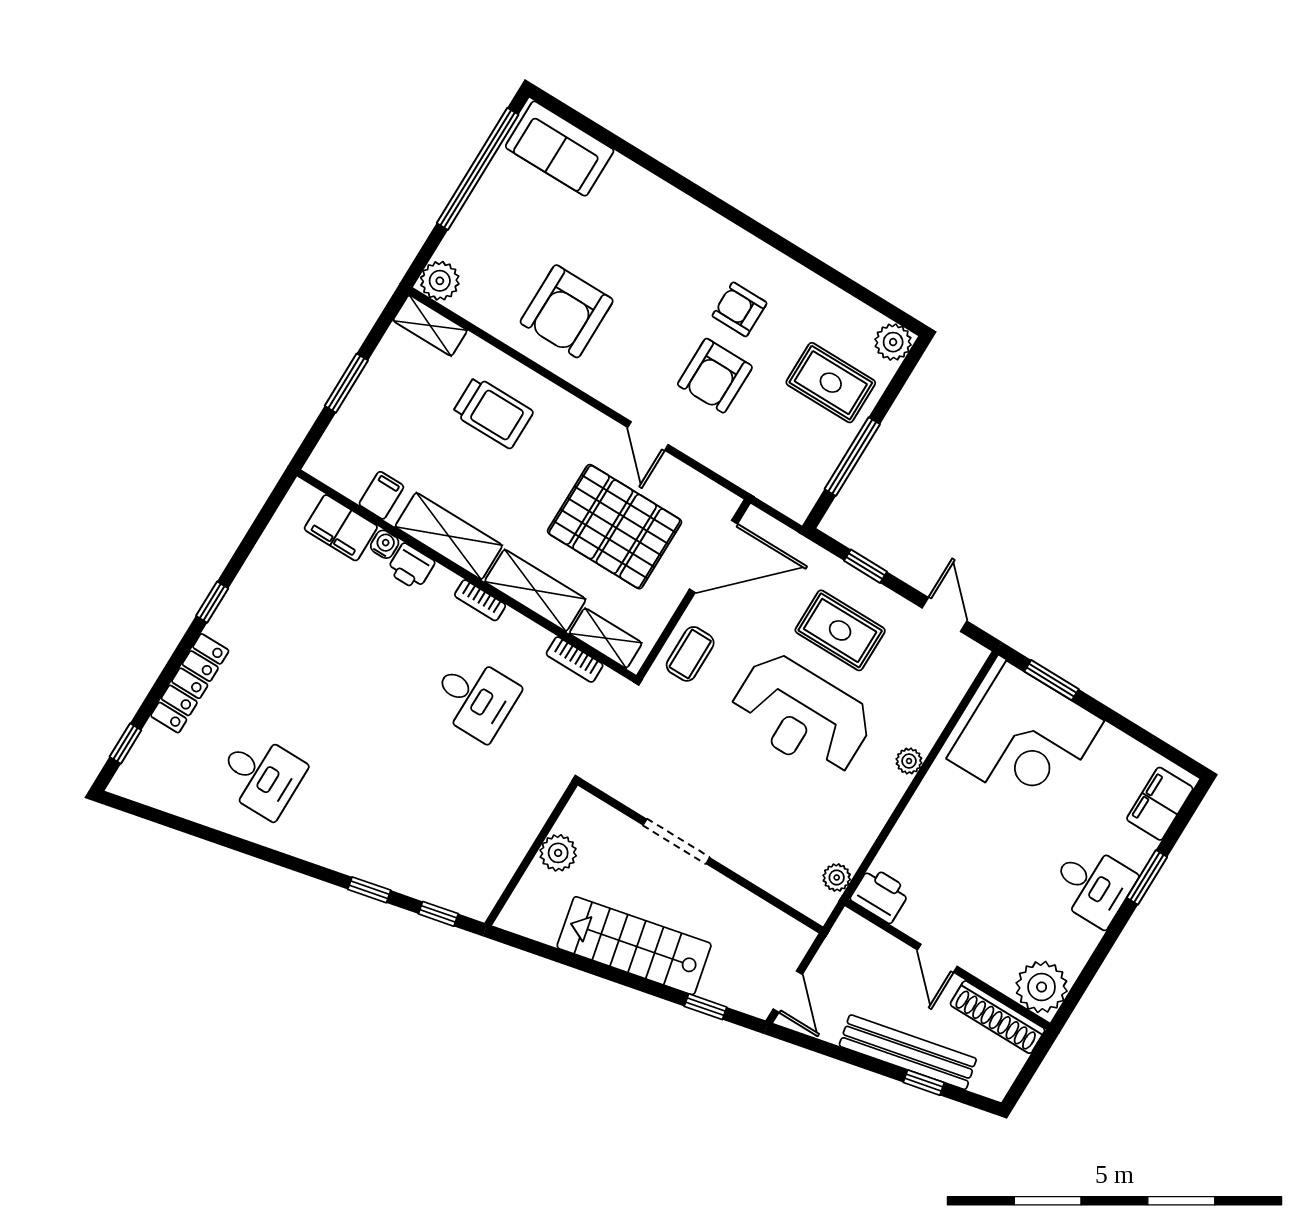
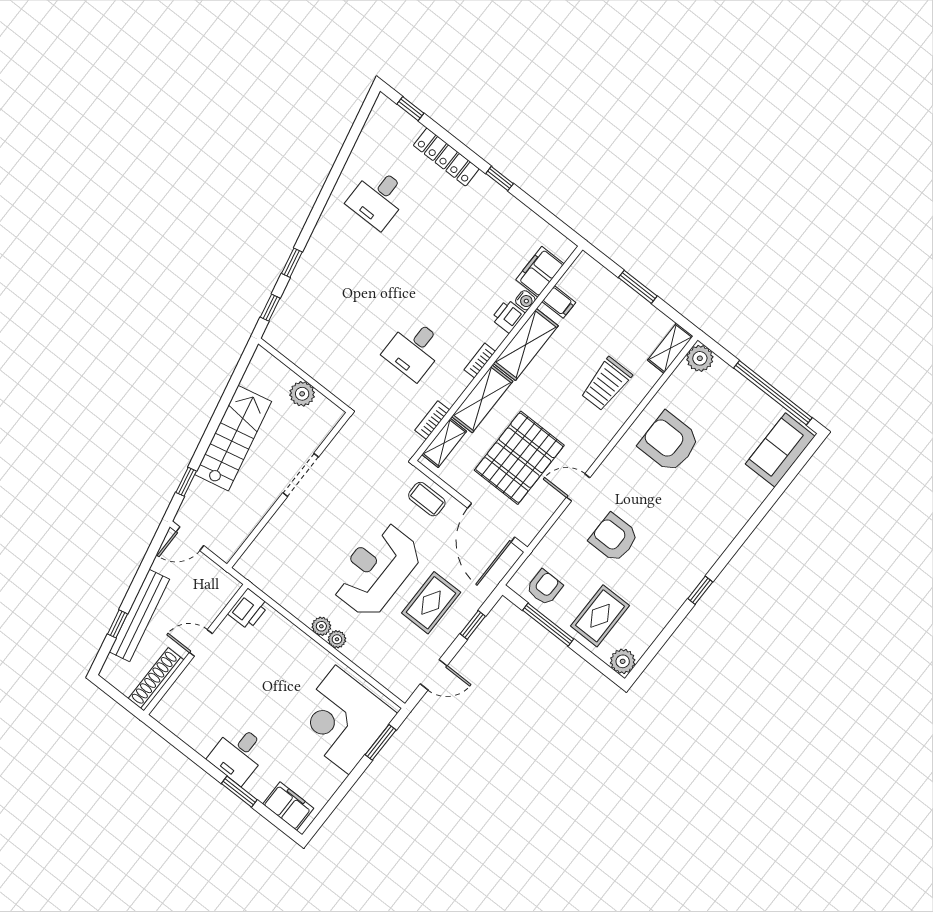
window: (777, 241) -> (700, 590), added
armchair: (740, 309) -> (545, 587), moved
plant: (837, 877) -> (321, 626), moved
plant: (1042, 987) -> (173, 711), removed

